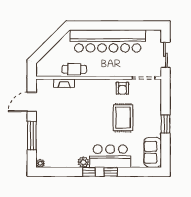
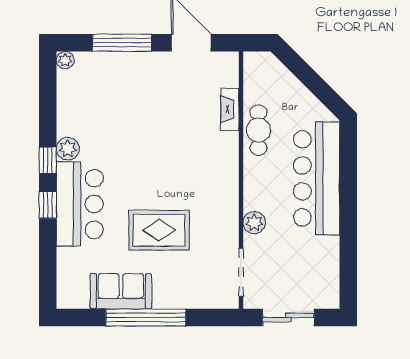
bar counter: (108, 41) -> (317, 178), width x0.73
plant: (119, 71) -> (254, 223), added
armchair: (122, 88) -> (220, 229), removed
window: (165, 124) -> (146, 318), width x2.11
sofa: (153, 152) -> (121, 291), moved

